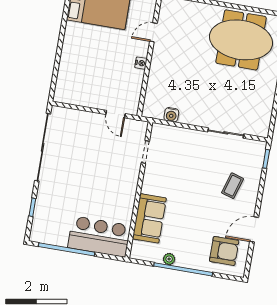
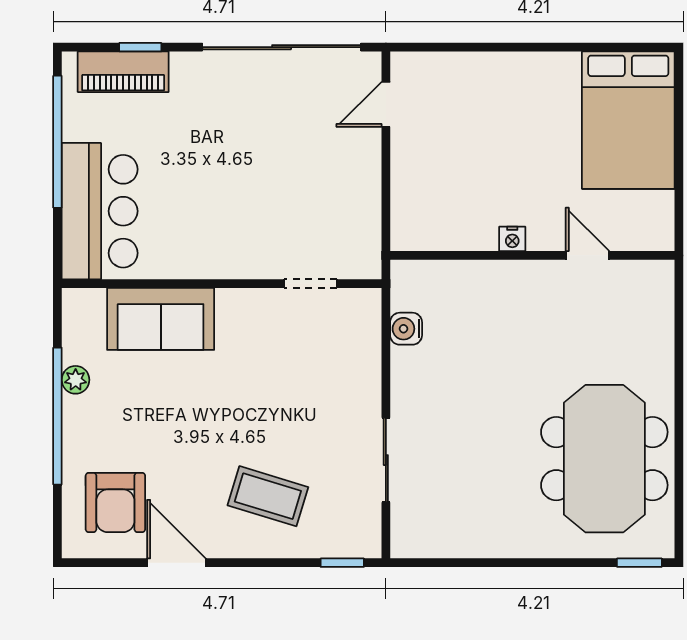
door: (115, 114) -> (386, 104), moved
coffee table: (233, 186) -> (268, 496), width x1.36, depth x1.30
piano: (42, 216) -> (123, 72), added

